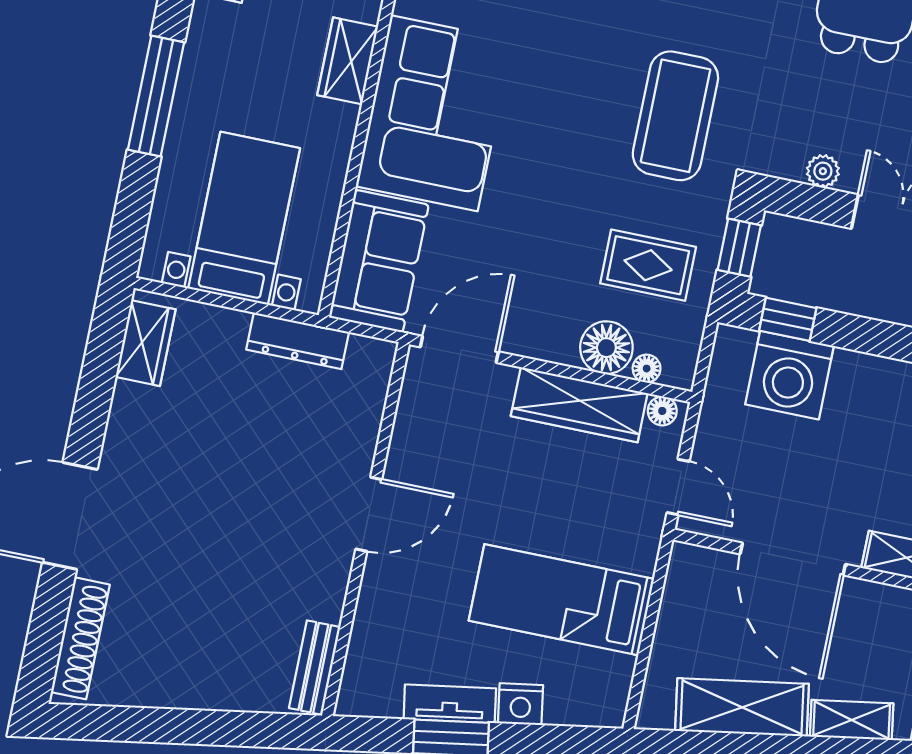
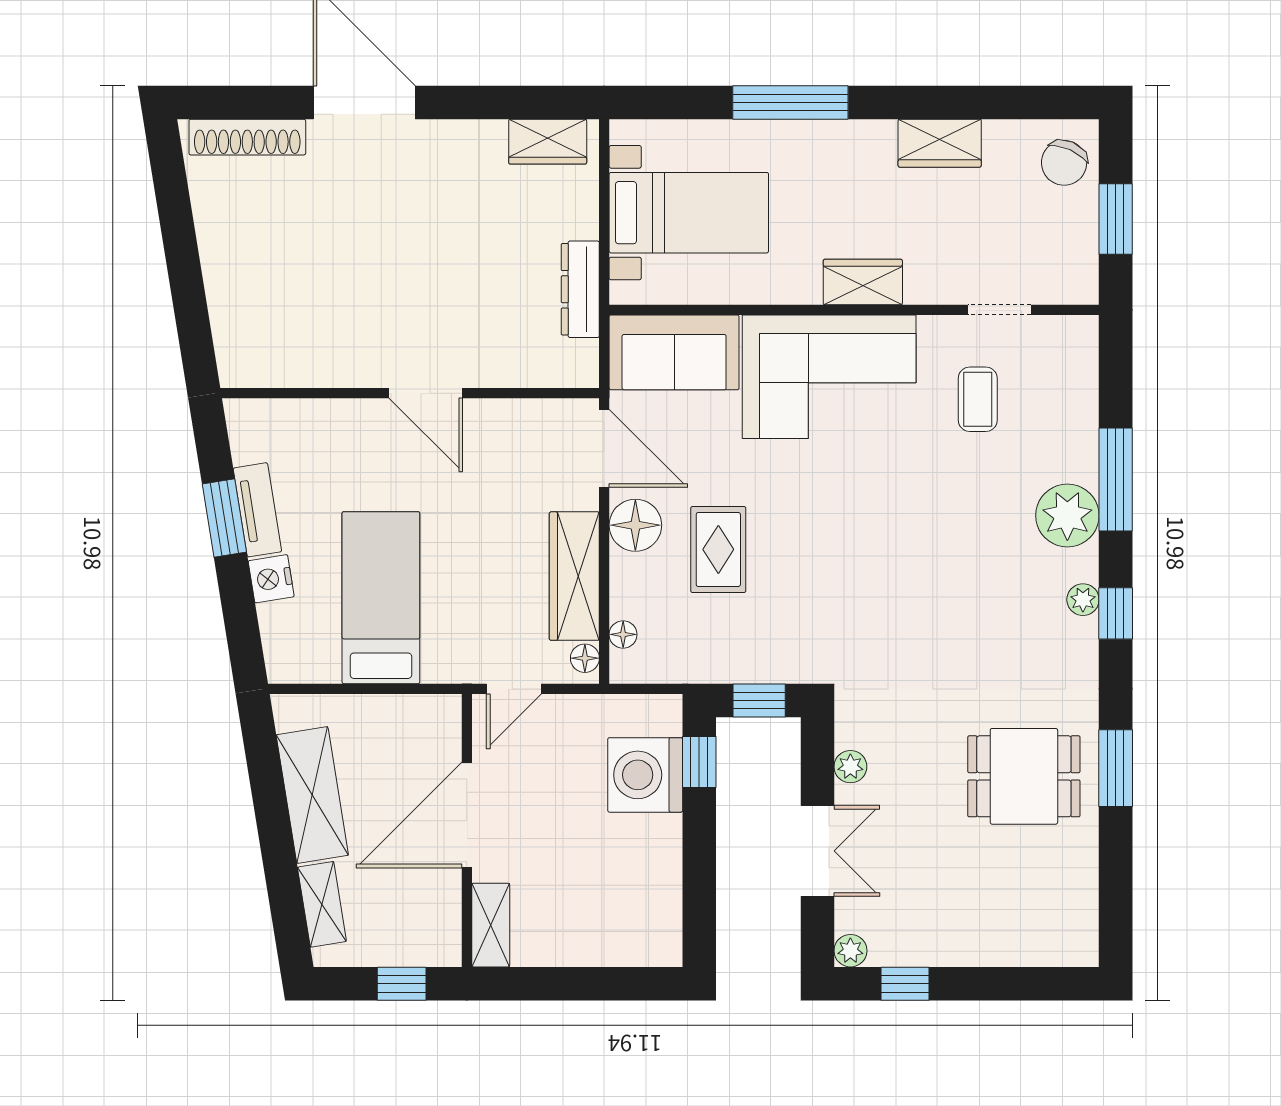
coffee table: (675, 116) -> (875, 612), removed
rug: (648, 265) -> (718, 549), moved
floor lamp: (606, 348) -> (635, 525), moved
bench: (315, 668) -> (266, 371), removed

